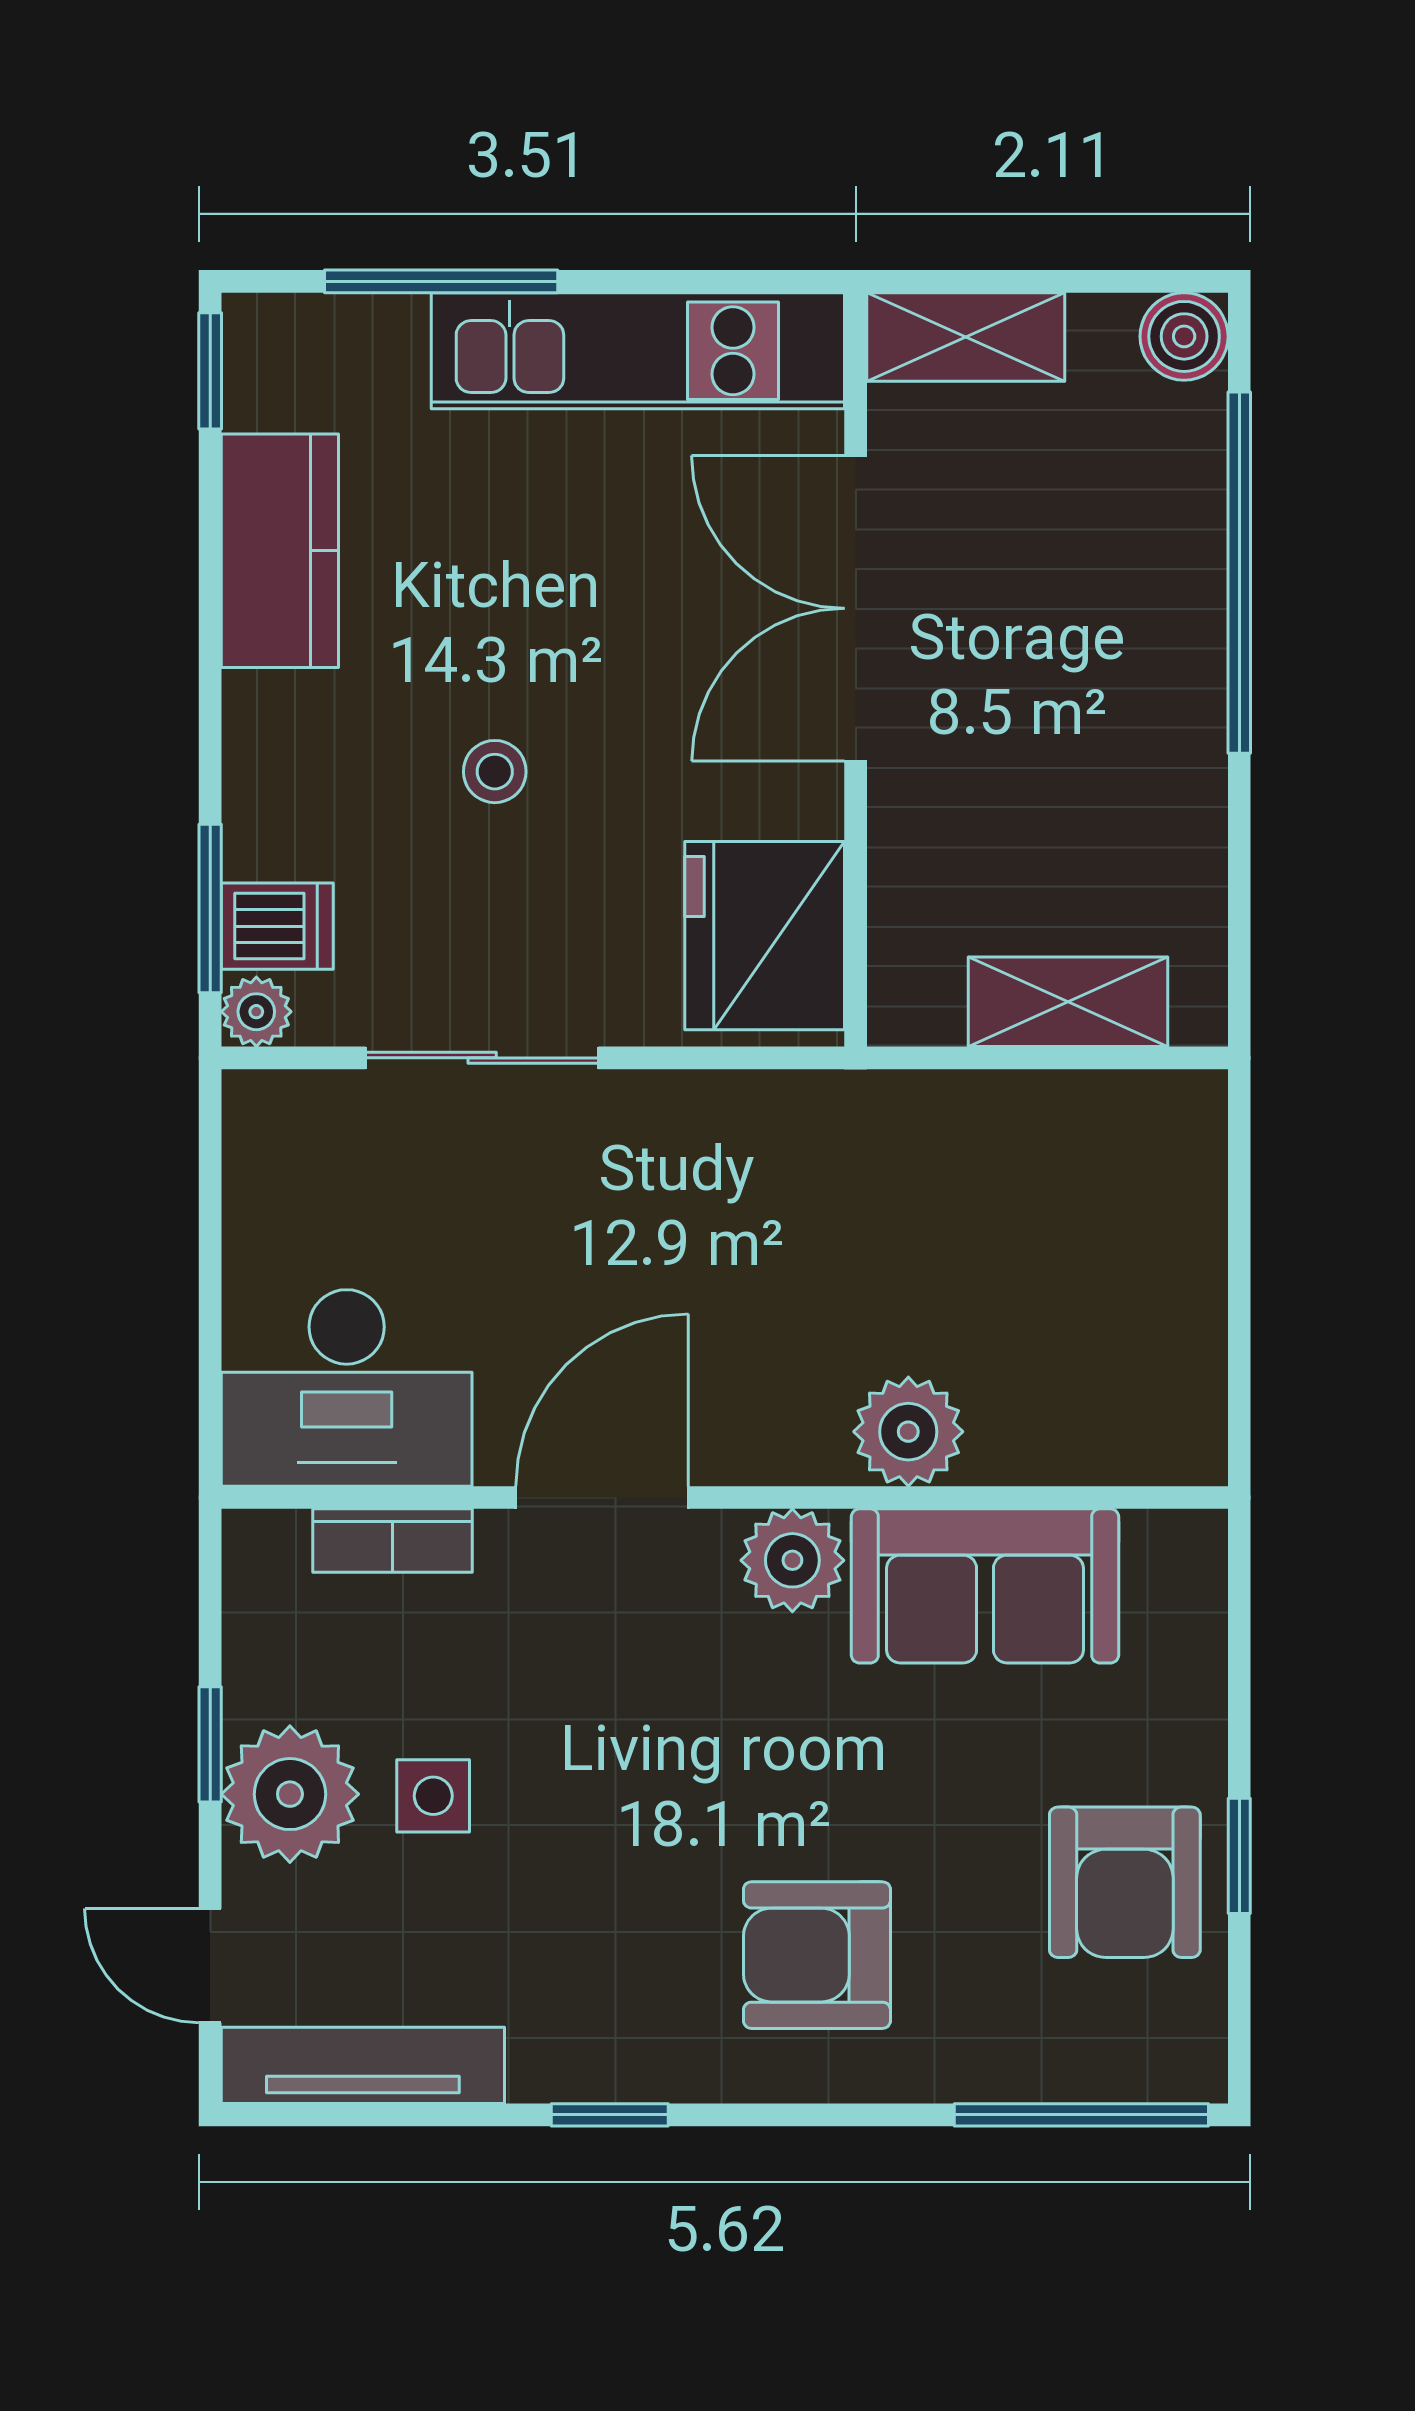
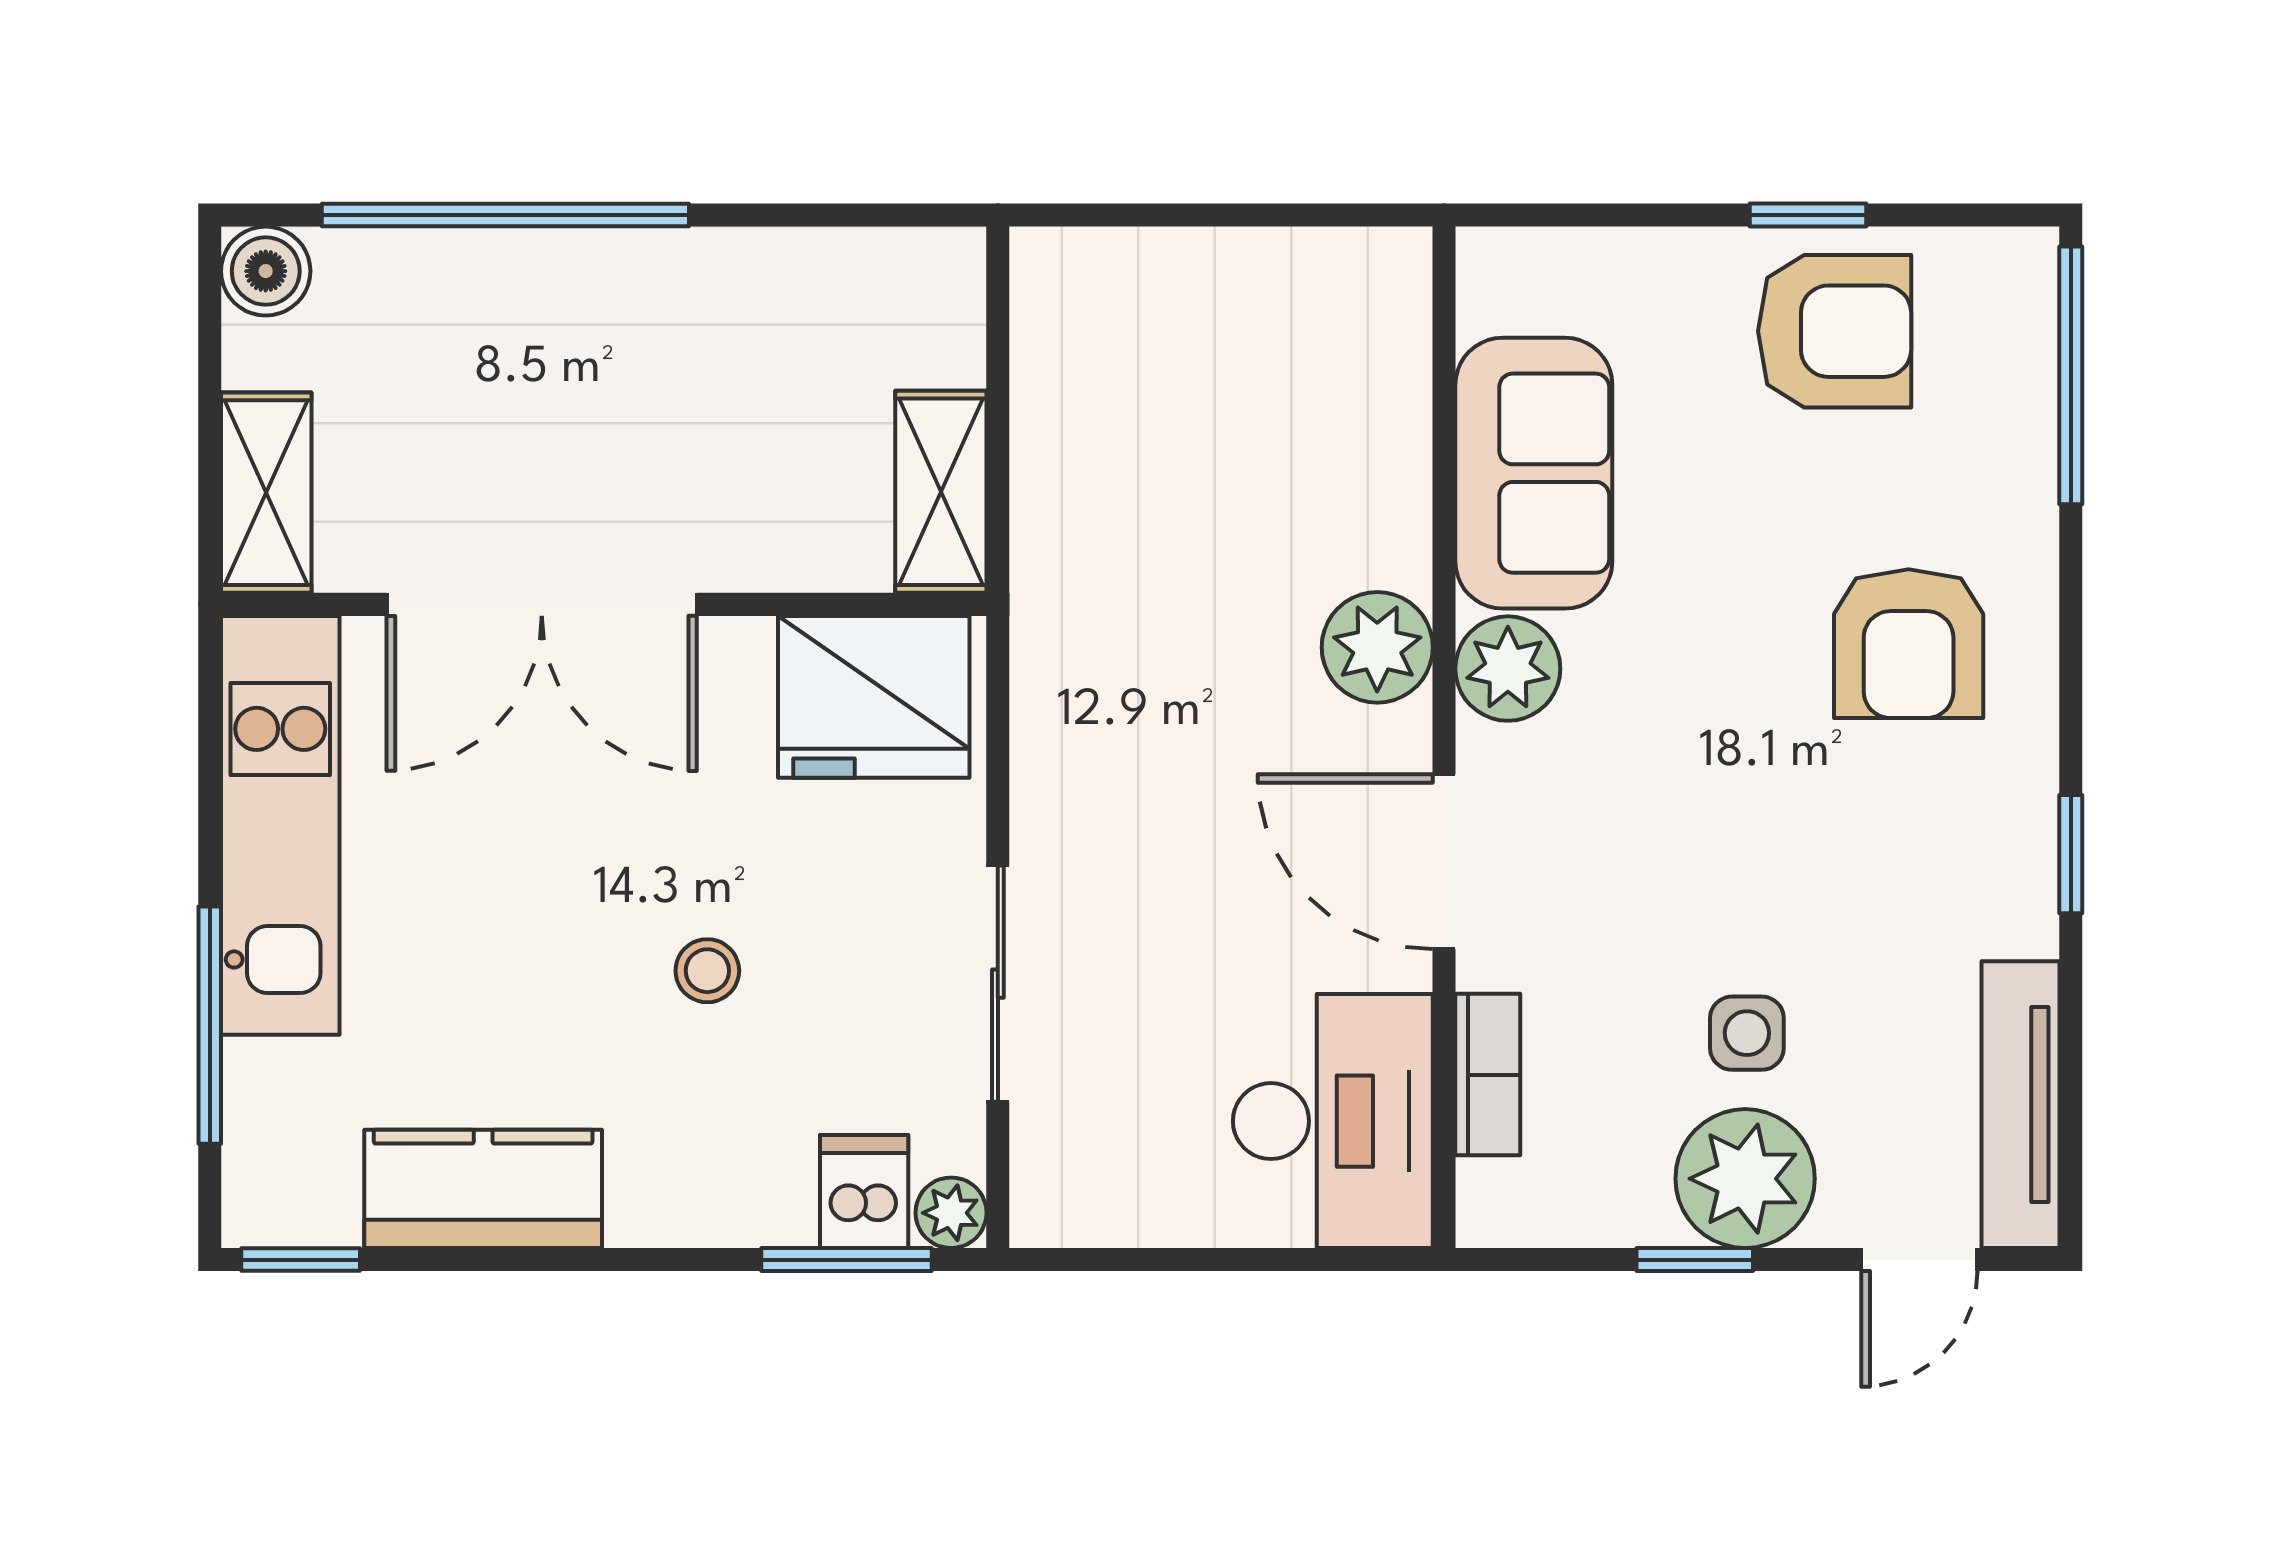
shelving: (1068, 1002) -> (941, 492), moved
plant: (908, 1432) -> (1377, 647), moved

